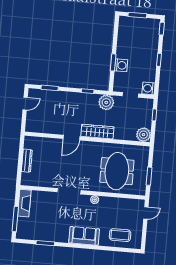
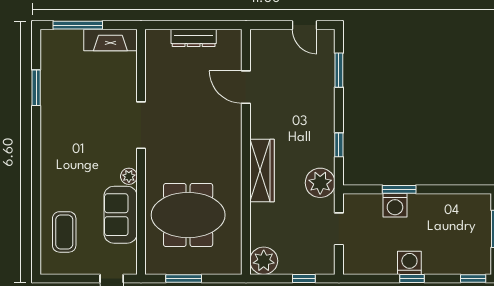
washing machine: (149, 88) -> (409, 263), moved
door: (71, 138) -> (246, 87), moved
sofa: (84, 236) -> (121, 215), moved, turned 180

